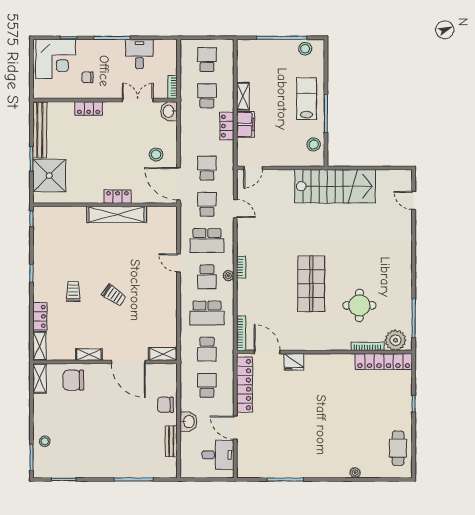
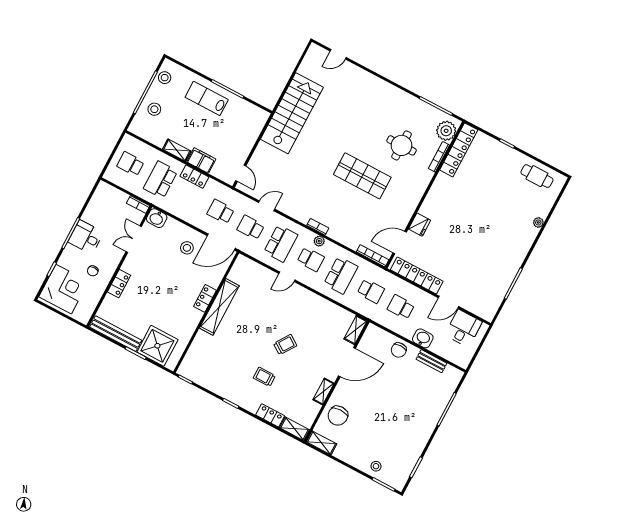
desk: (139, 54) -> (86, 237), moved
school desk: (207, 96) -> (161, 180), width x1.85
stool: (314, 144) -> (154, 109), moved

